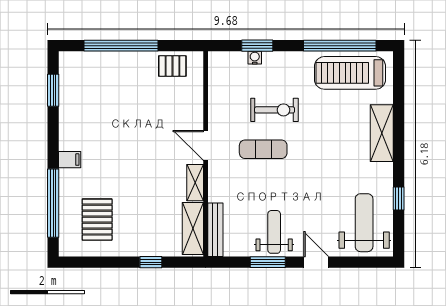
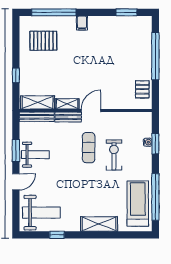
exercise bike: (275, 110) -> (114, 155), turned 180
bench: (216, 181) -> (68, 117), added

